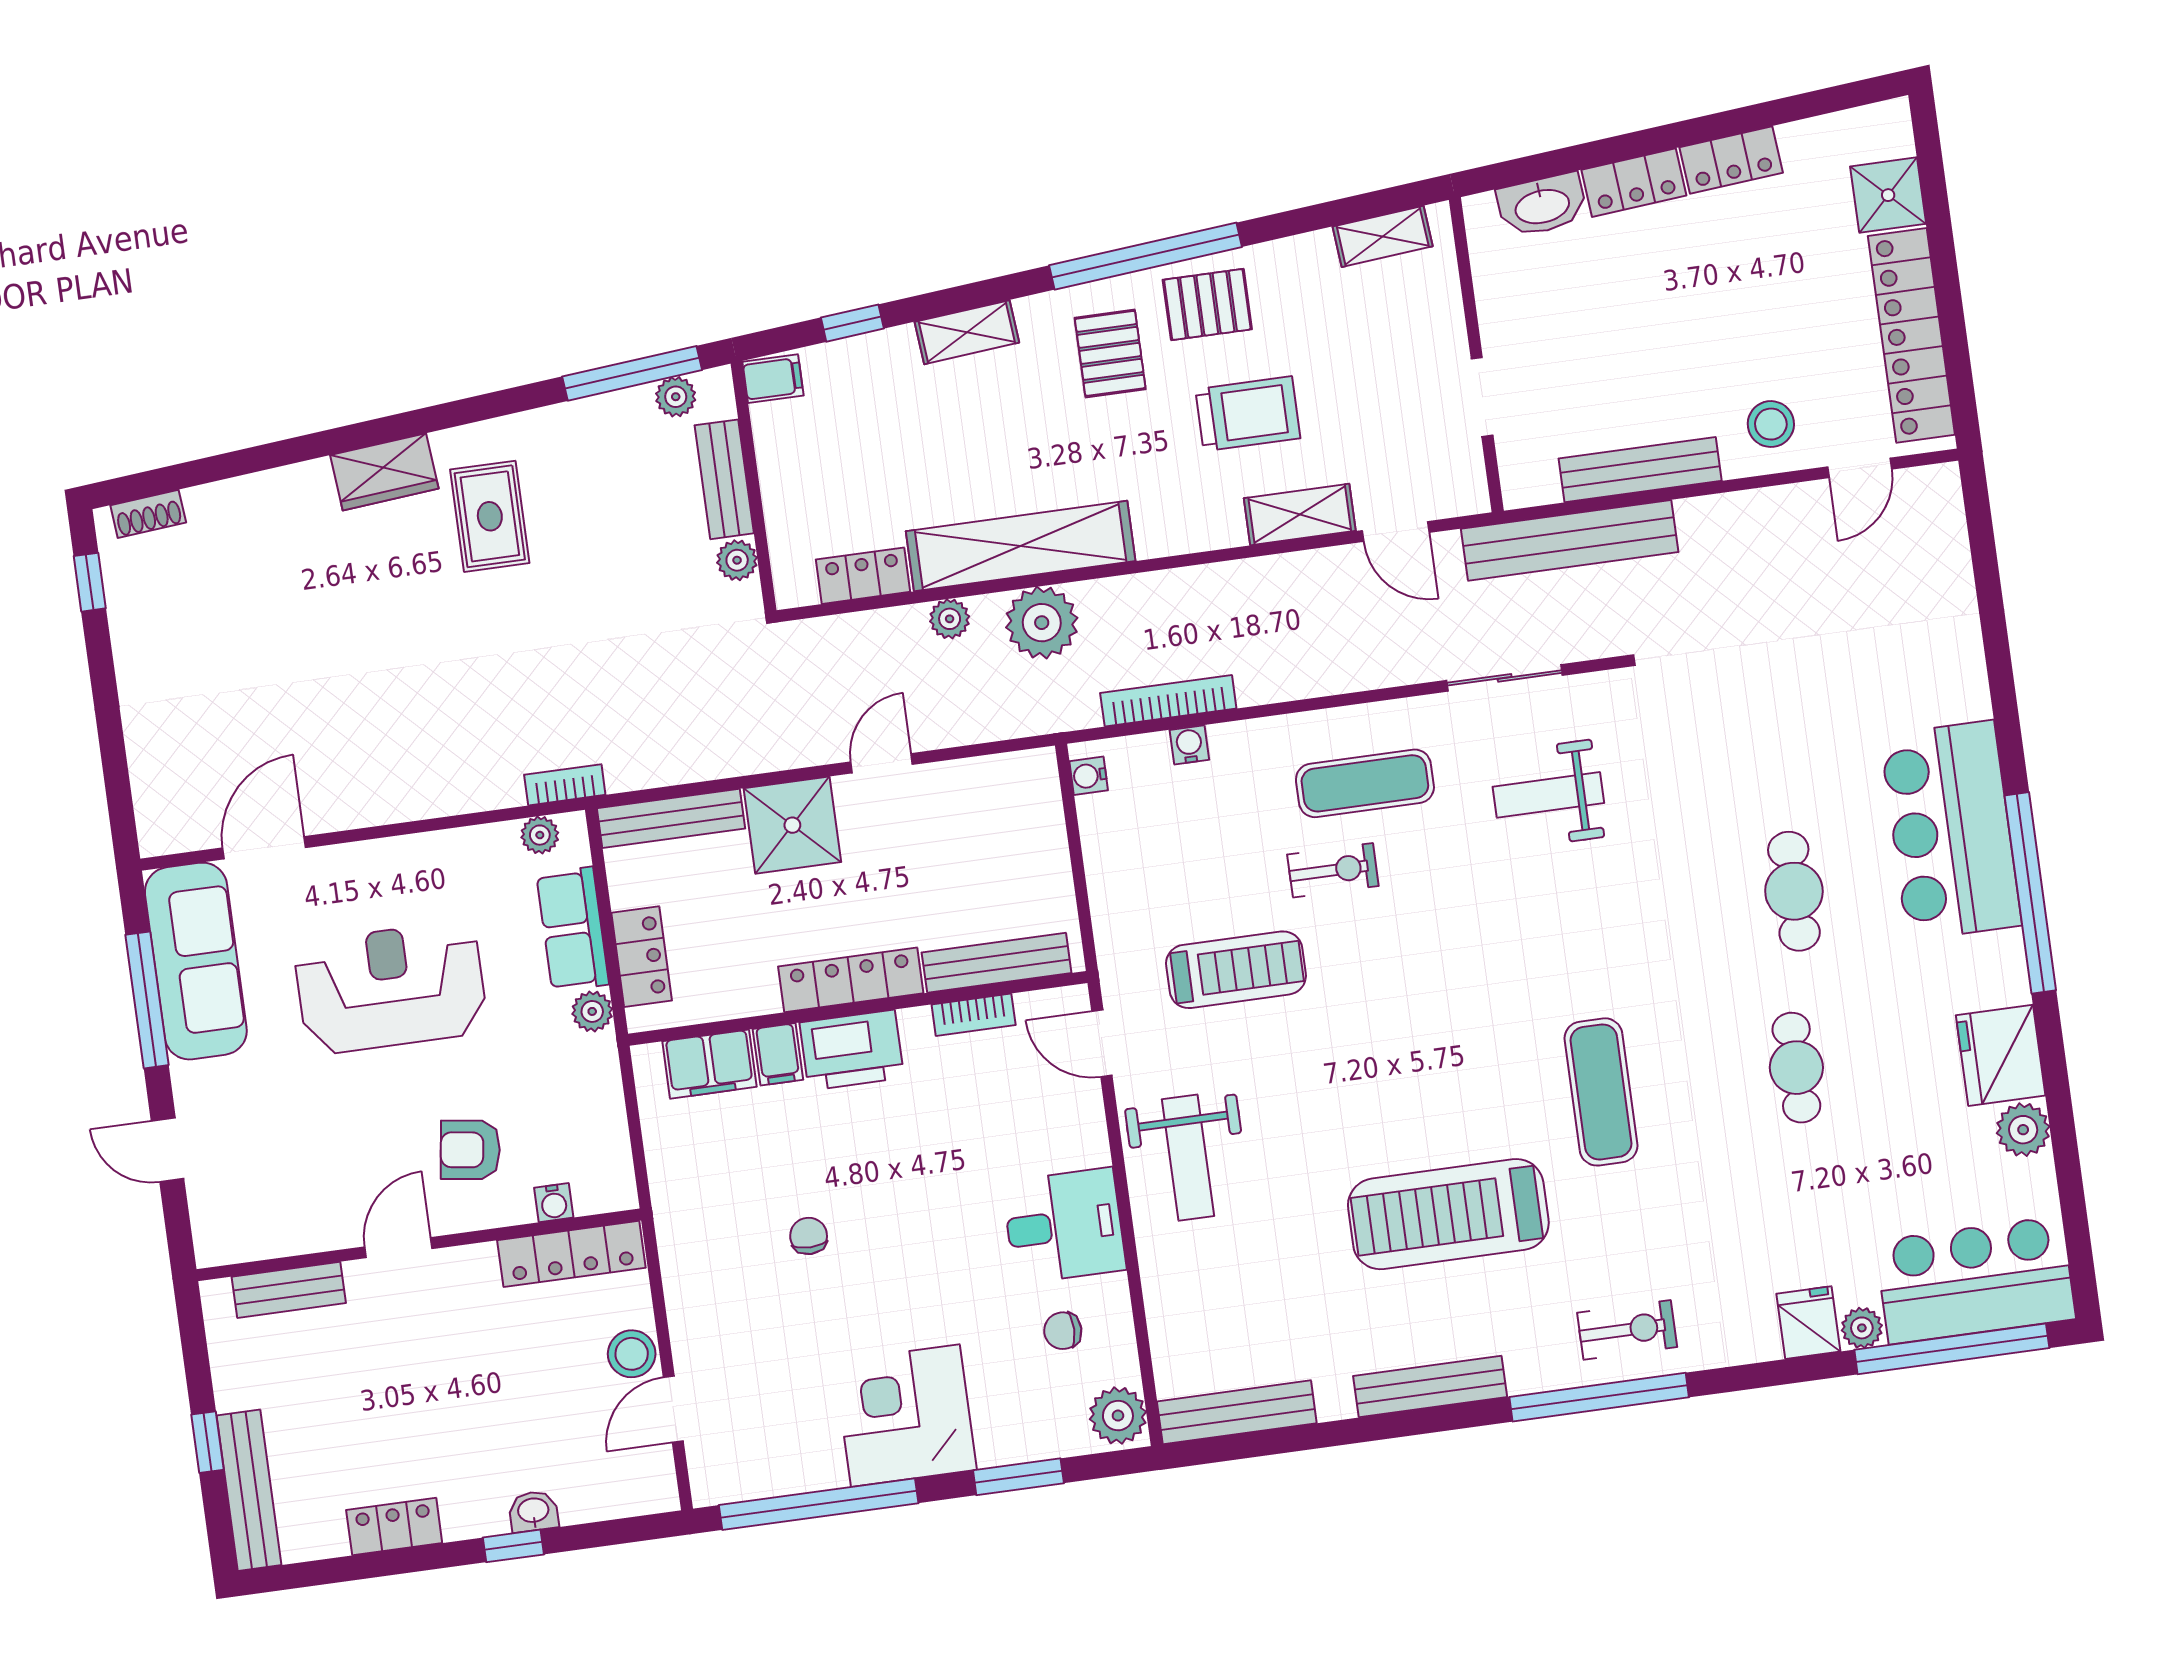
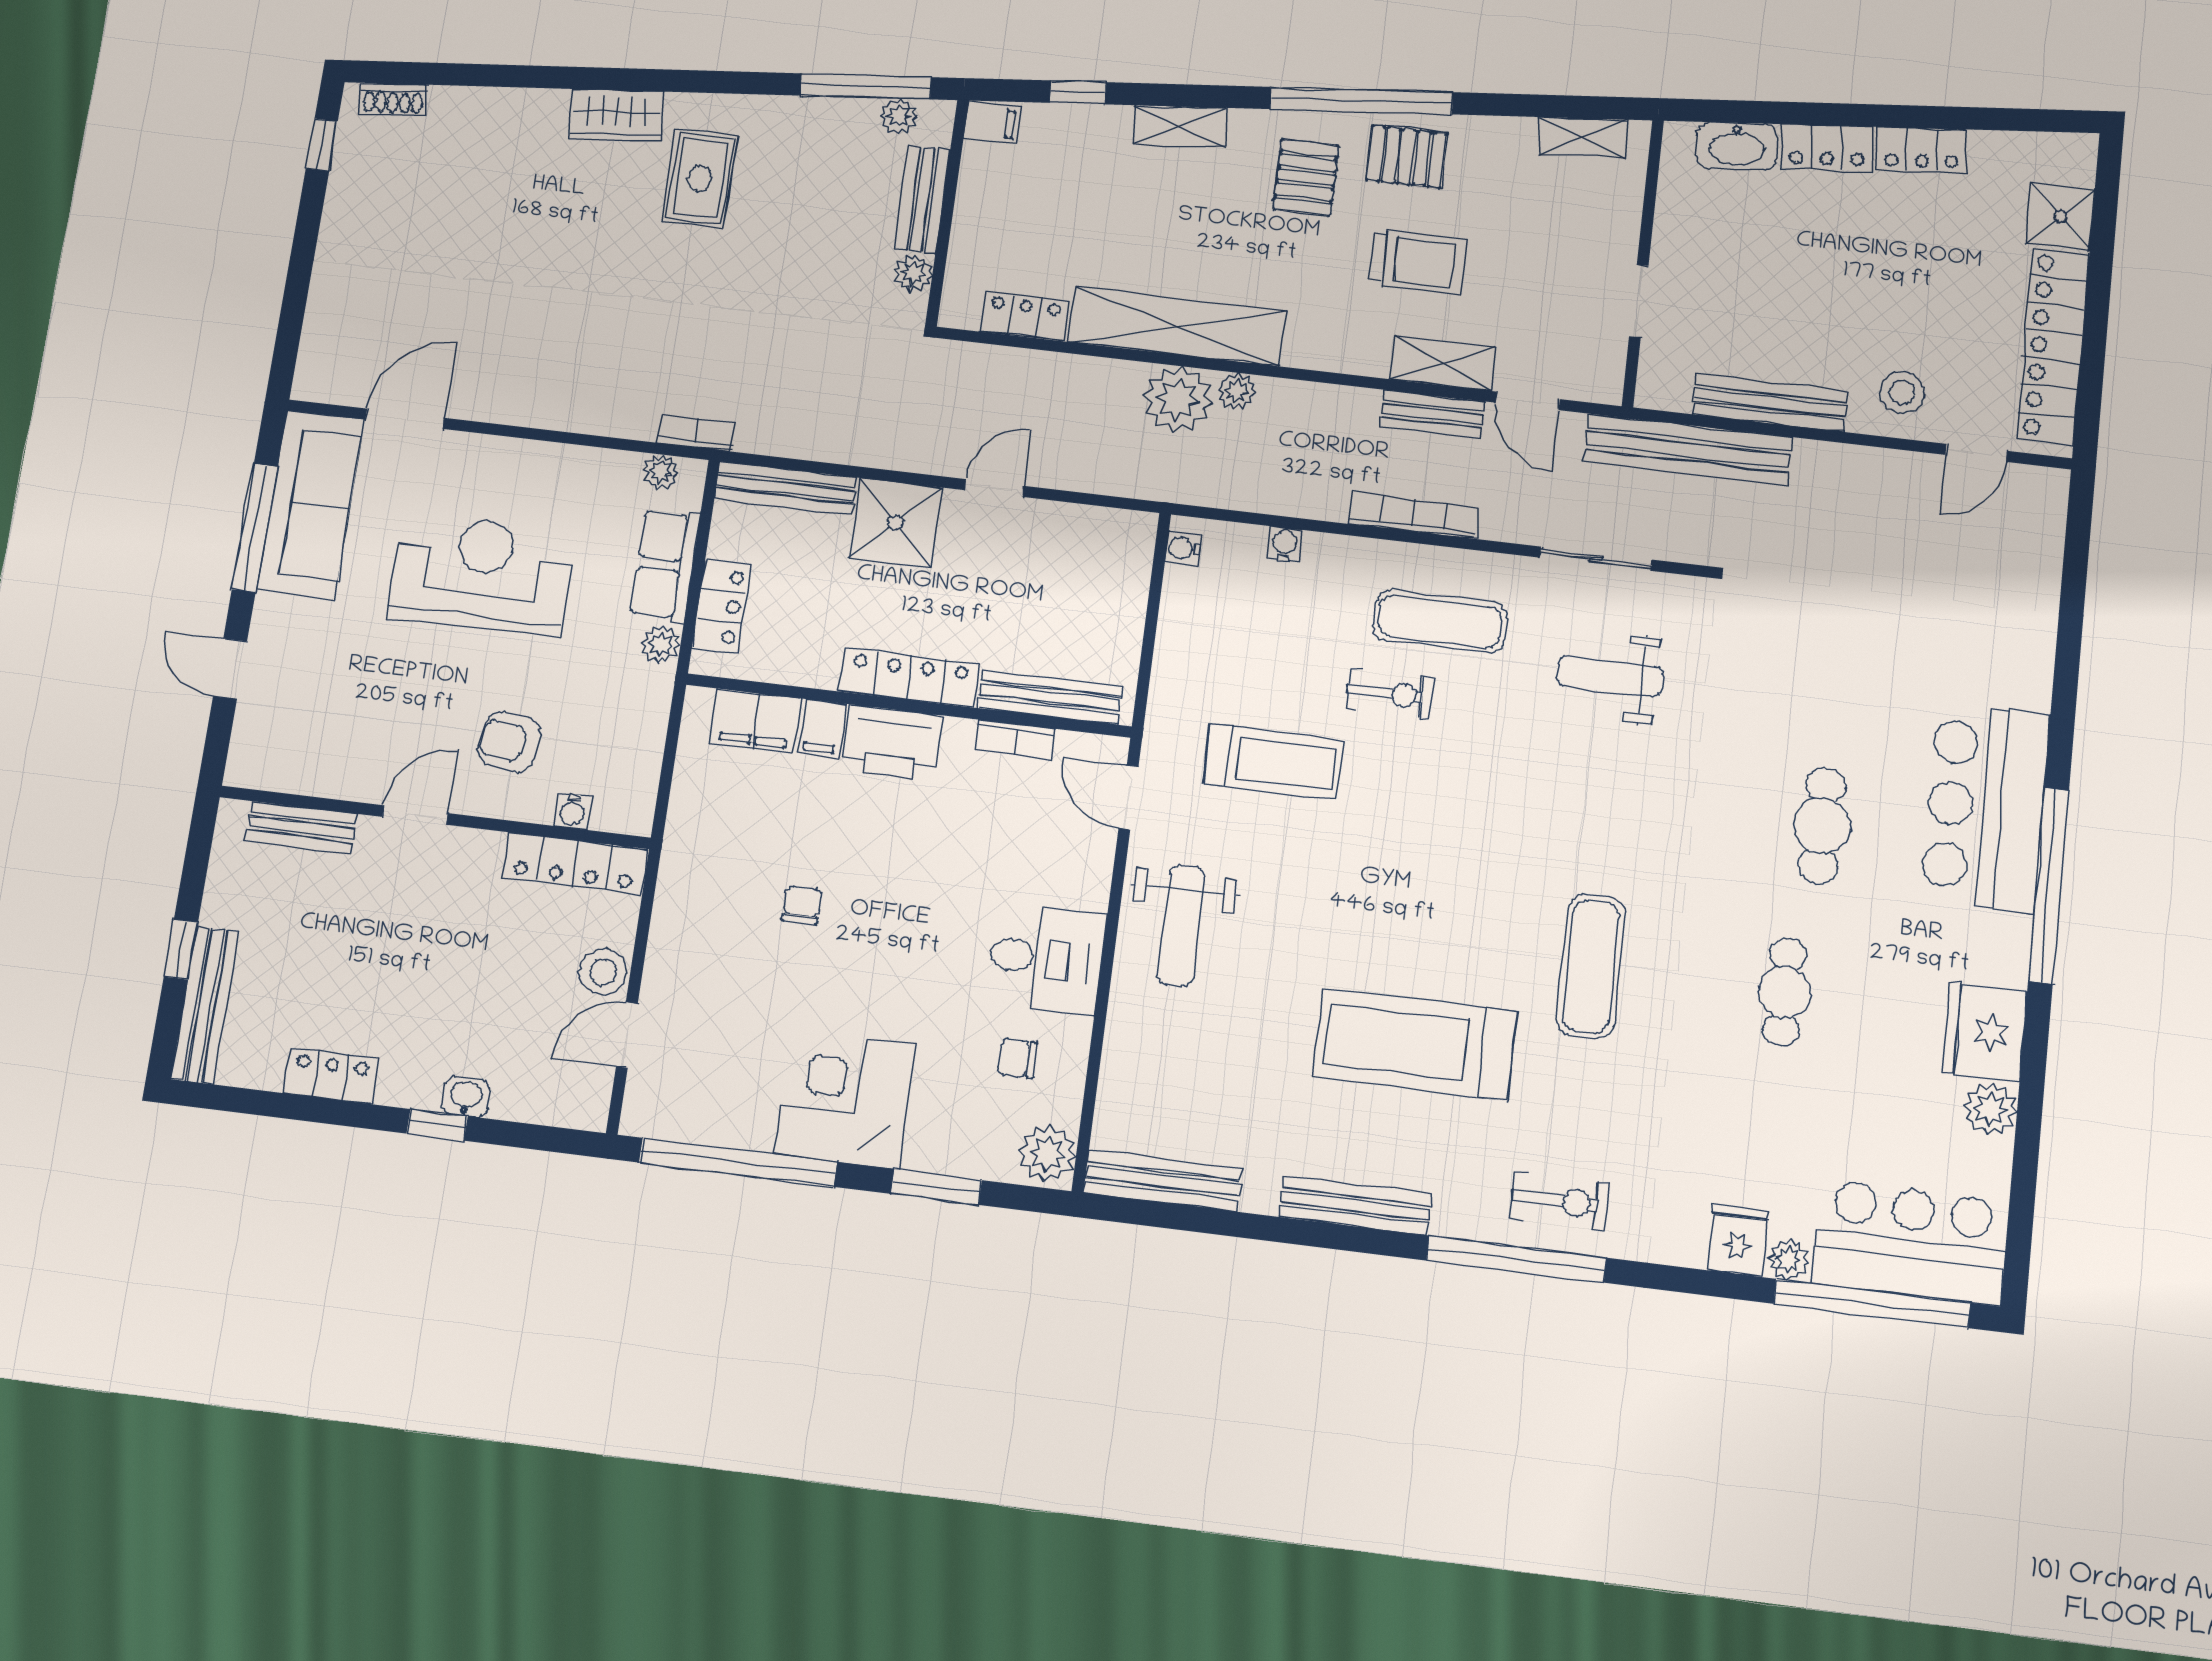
bench: (1303, 571) -> (1432, 414), added
plant: (950, 619) -> (1237, 391), moved
bookcase: (1168, 701) -> (1413, 516), moved

